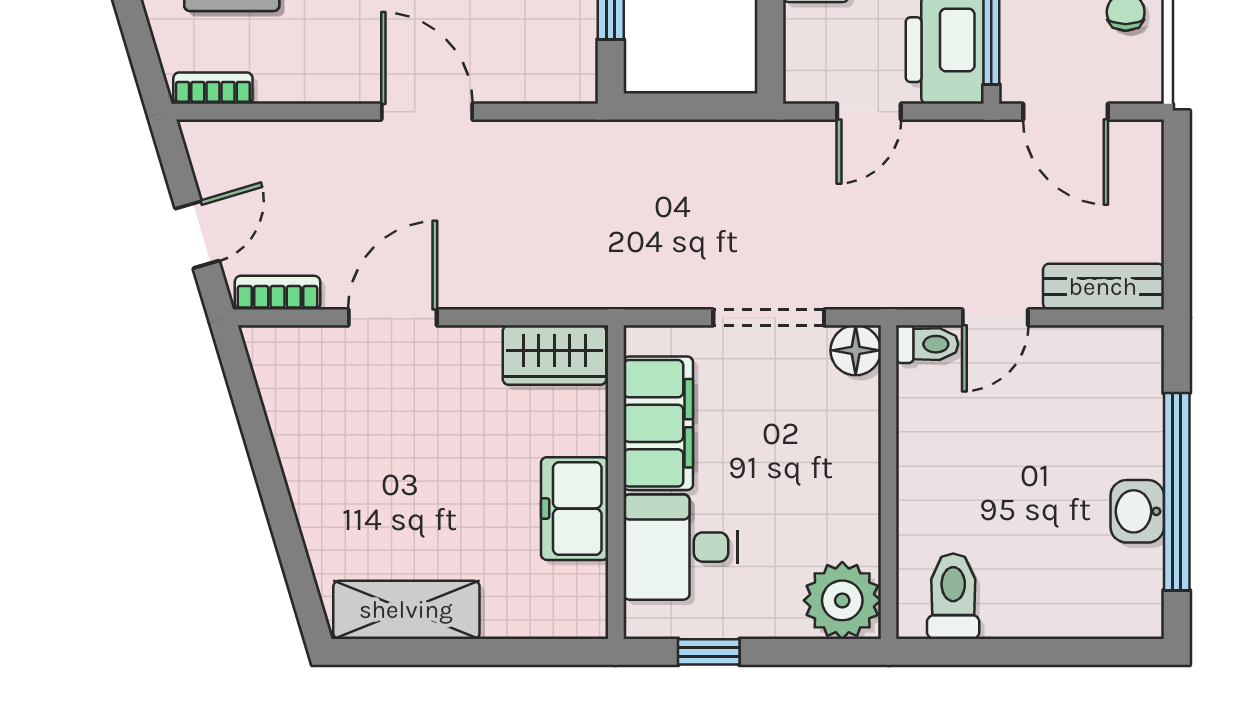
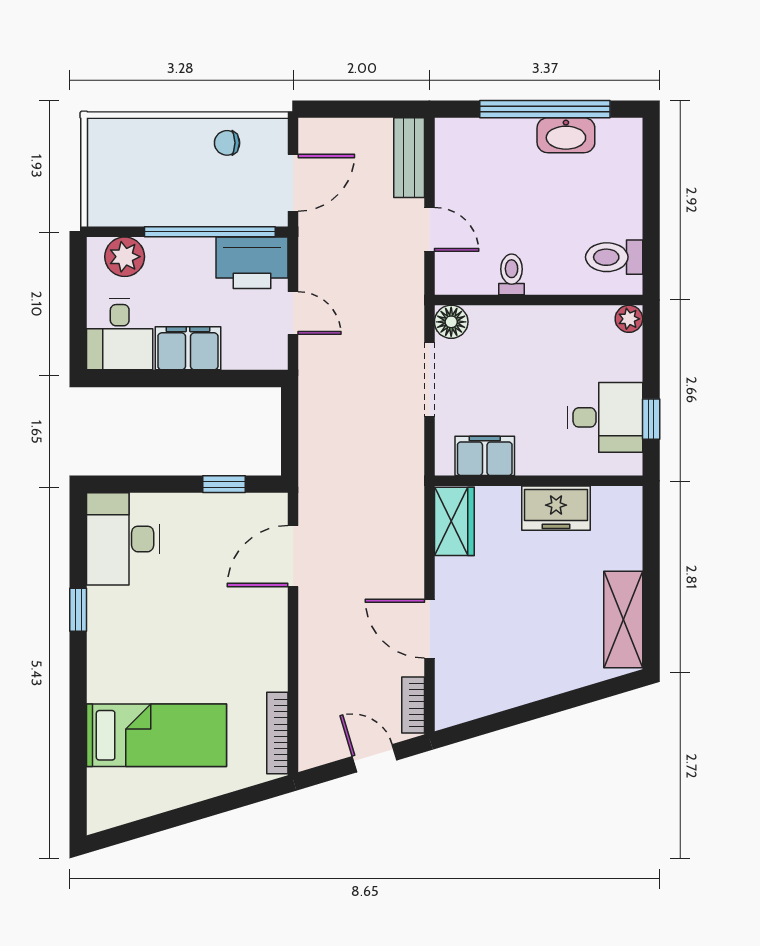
bookcase: (213, 88) -> (277, 733), width x1.56
door: (427, 112) -> (293, 556), moved
toilet: (927, 344) -> (512, 274), moved
filing cabinet: (658, 423) -> (485, 456), width x0.67, depth x0.86
washbasin: (1137, 511) -> (566, 135), width x1.38
desk: (680, 547) -> (605, 417), moved, turned -90
plant: (842, 600) -> (629, 319), width x0.53, depth x0.53

